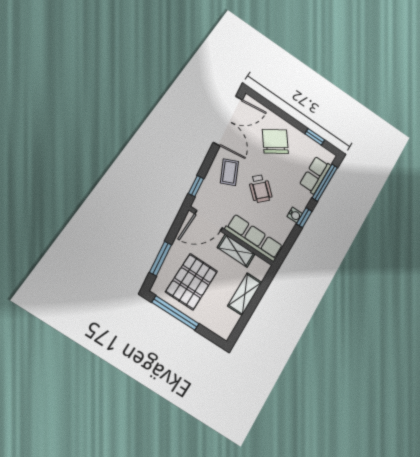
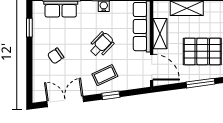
double door: (228, 121) -> (65, 101), width x0.73
chair: (275, 141) -> (56, 56), width x0.54, depth x0.54
window: (196, 186) -> (111, 95), moved

